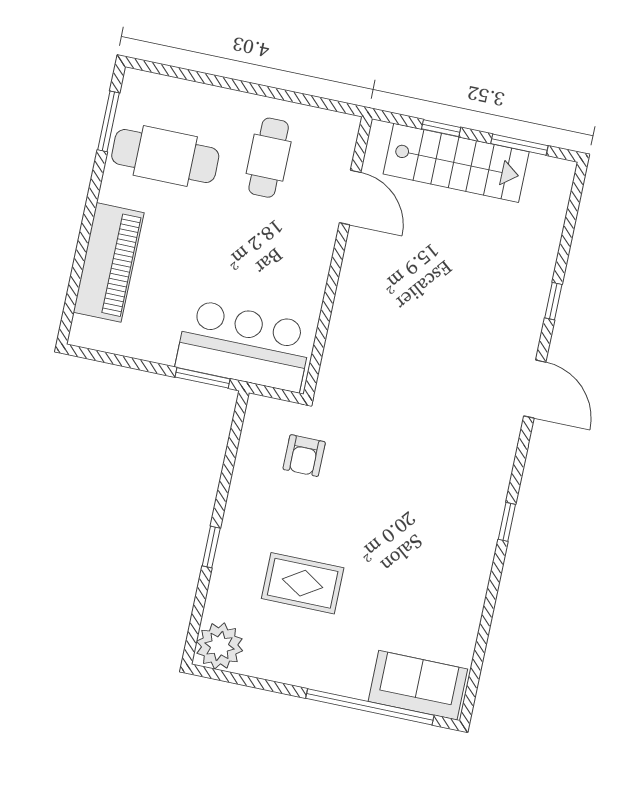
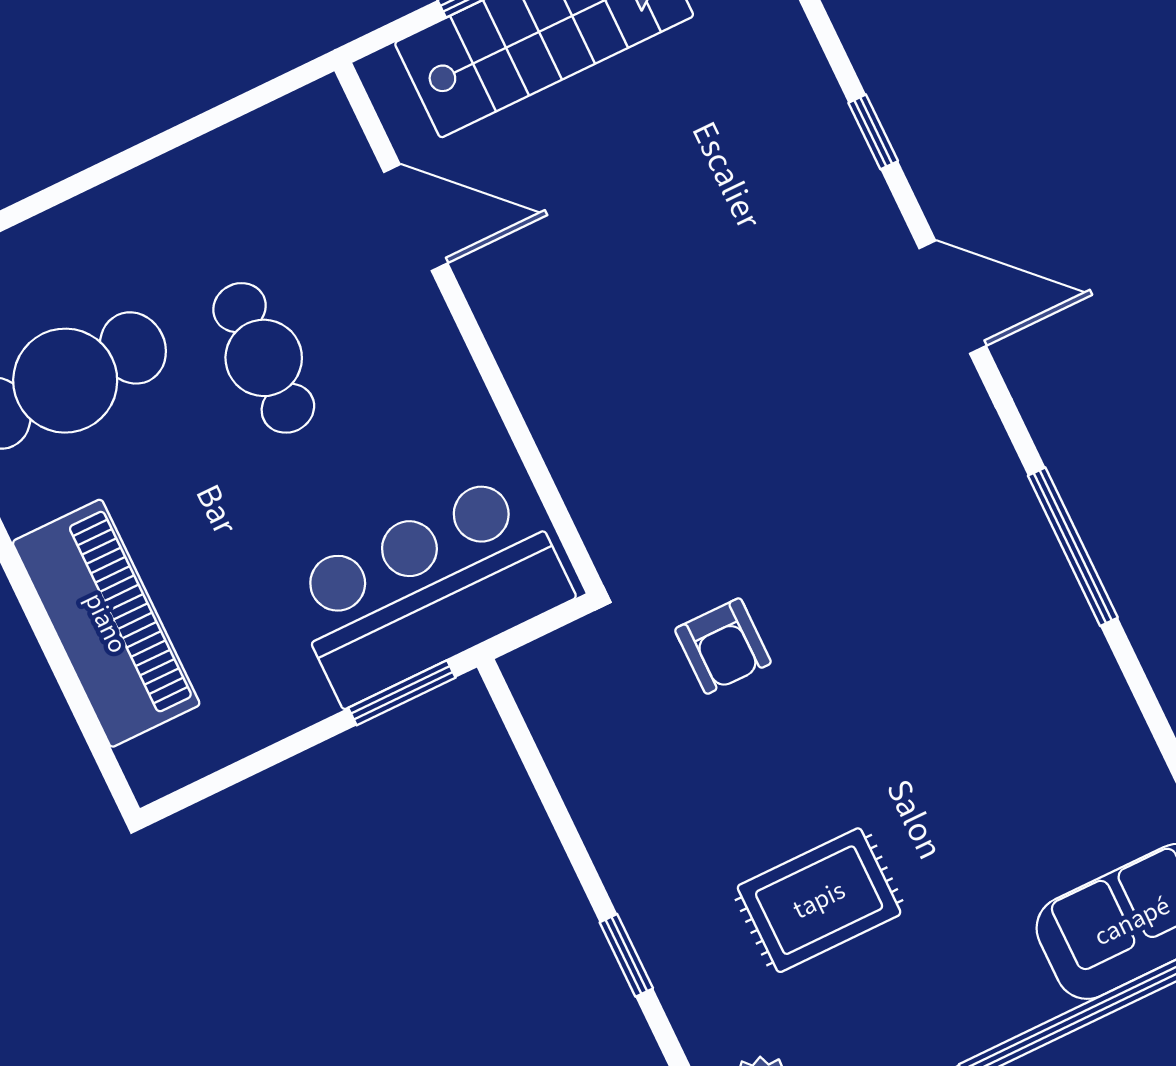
cafe table: (269, 158) -> (264, 358), moved
armchair: (304, 456) -> (723, 646), moved
window: (507, 522) -> (1073, 547), width x2.17

